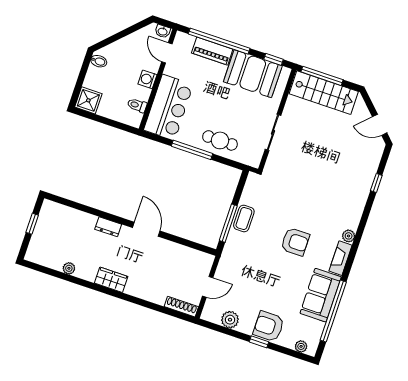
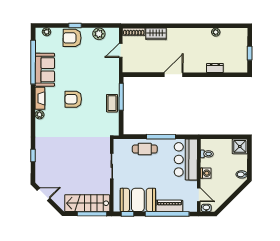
dresser: (108, 227) -> (215, 68), moved
door: (146, 229) -> (174, 75), swing flipped
wardrobe: (111, 280) -> (156, 34), moved
armchair: (269, 326) -> (72, 38), turned 180

